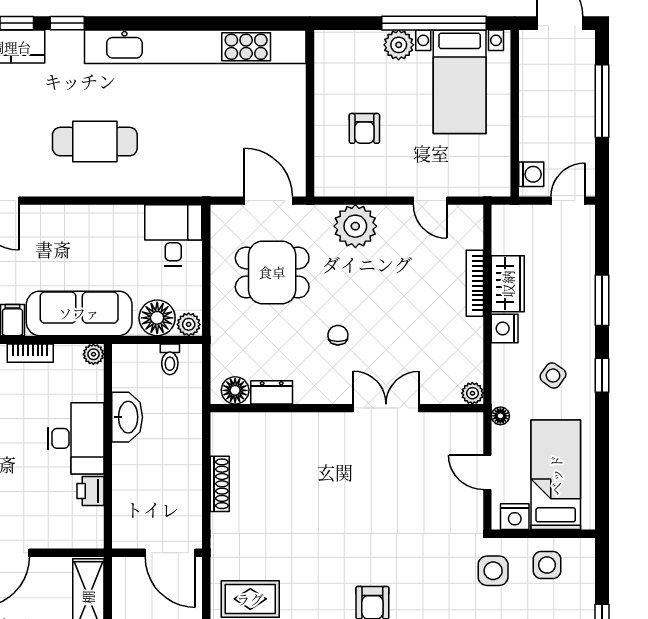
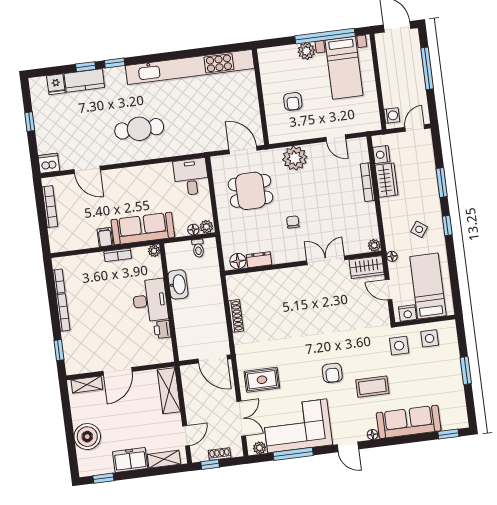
floor lamp: (157, 318) -> (193, 230), width x0.53, depth x0.53
nightstand: (505, 328) -> (381, 155), moved
wardrobe: (455, 429) -> (367, 267), added

